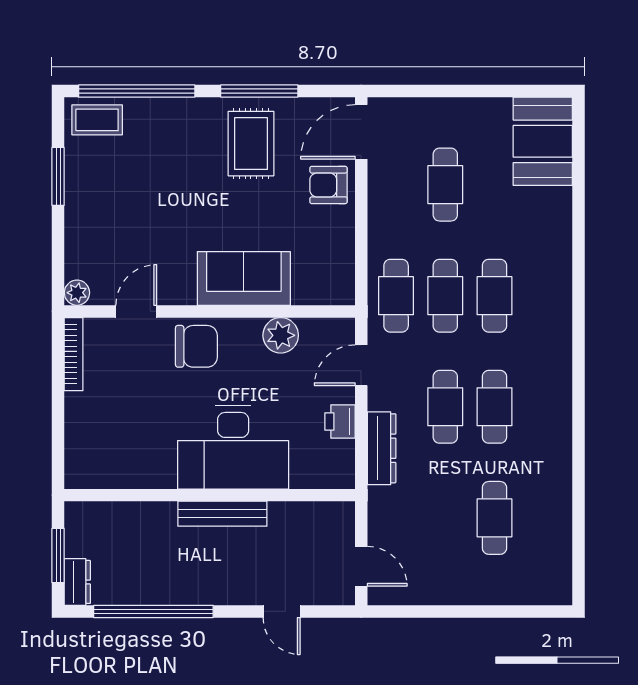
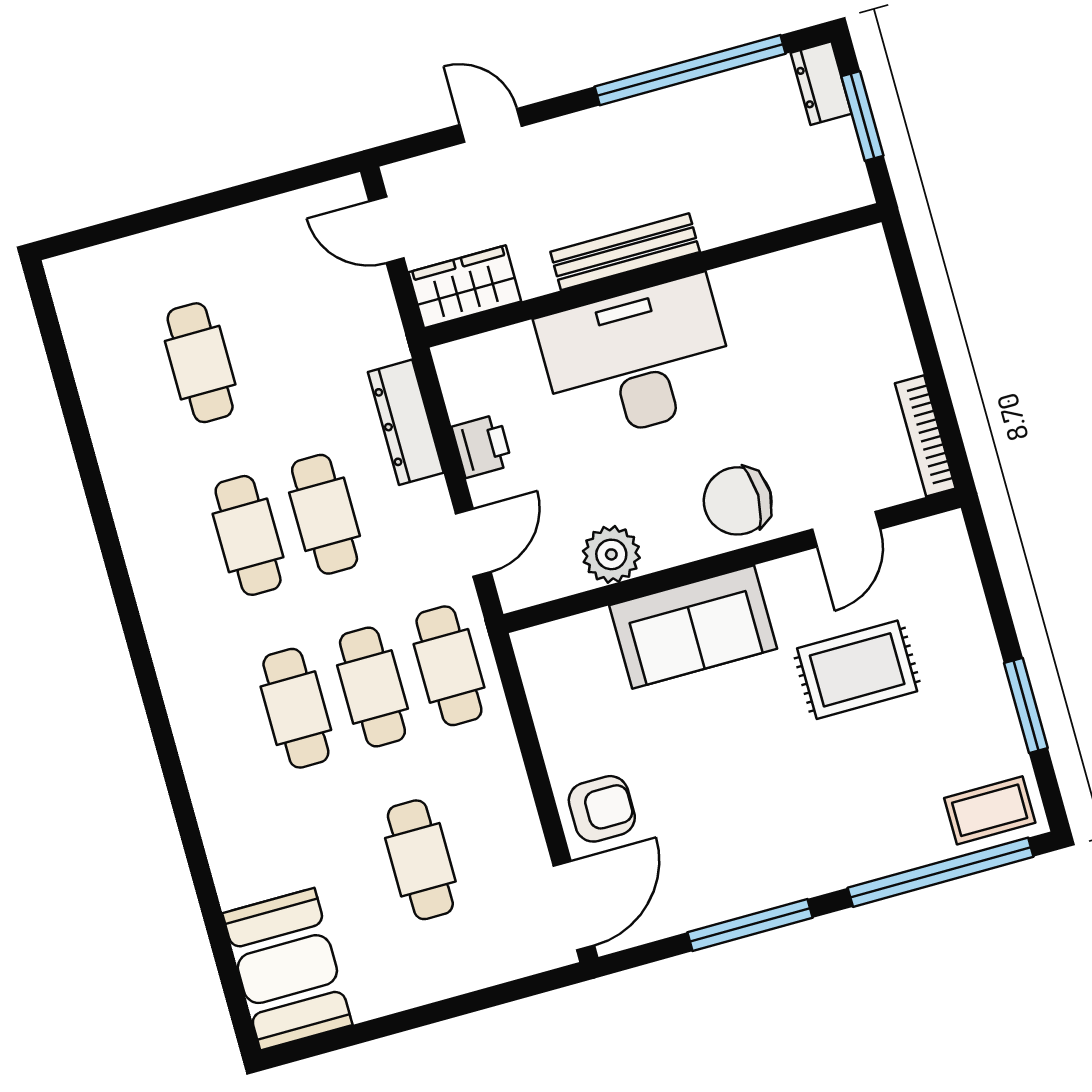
rug: (251, 144) -> (857, 670), moved, turned 90
plant: (77, 293) -> (946, 533), removed
wardrobe: (324, 519) -> (465, 287), added

